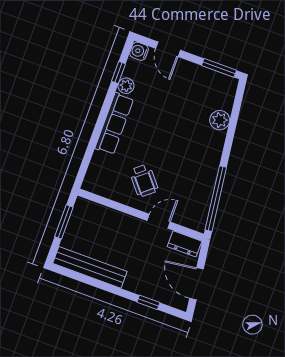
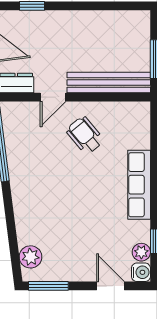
plant: (126, 86) -> (141, 252), moved
plant: (220, 120) -> (31, 257), moved
bench: (90, 267) -> (109, 83), moved

